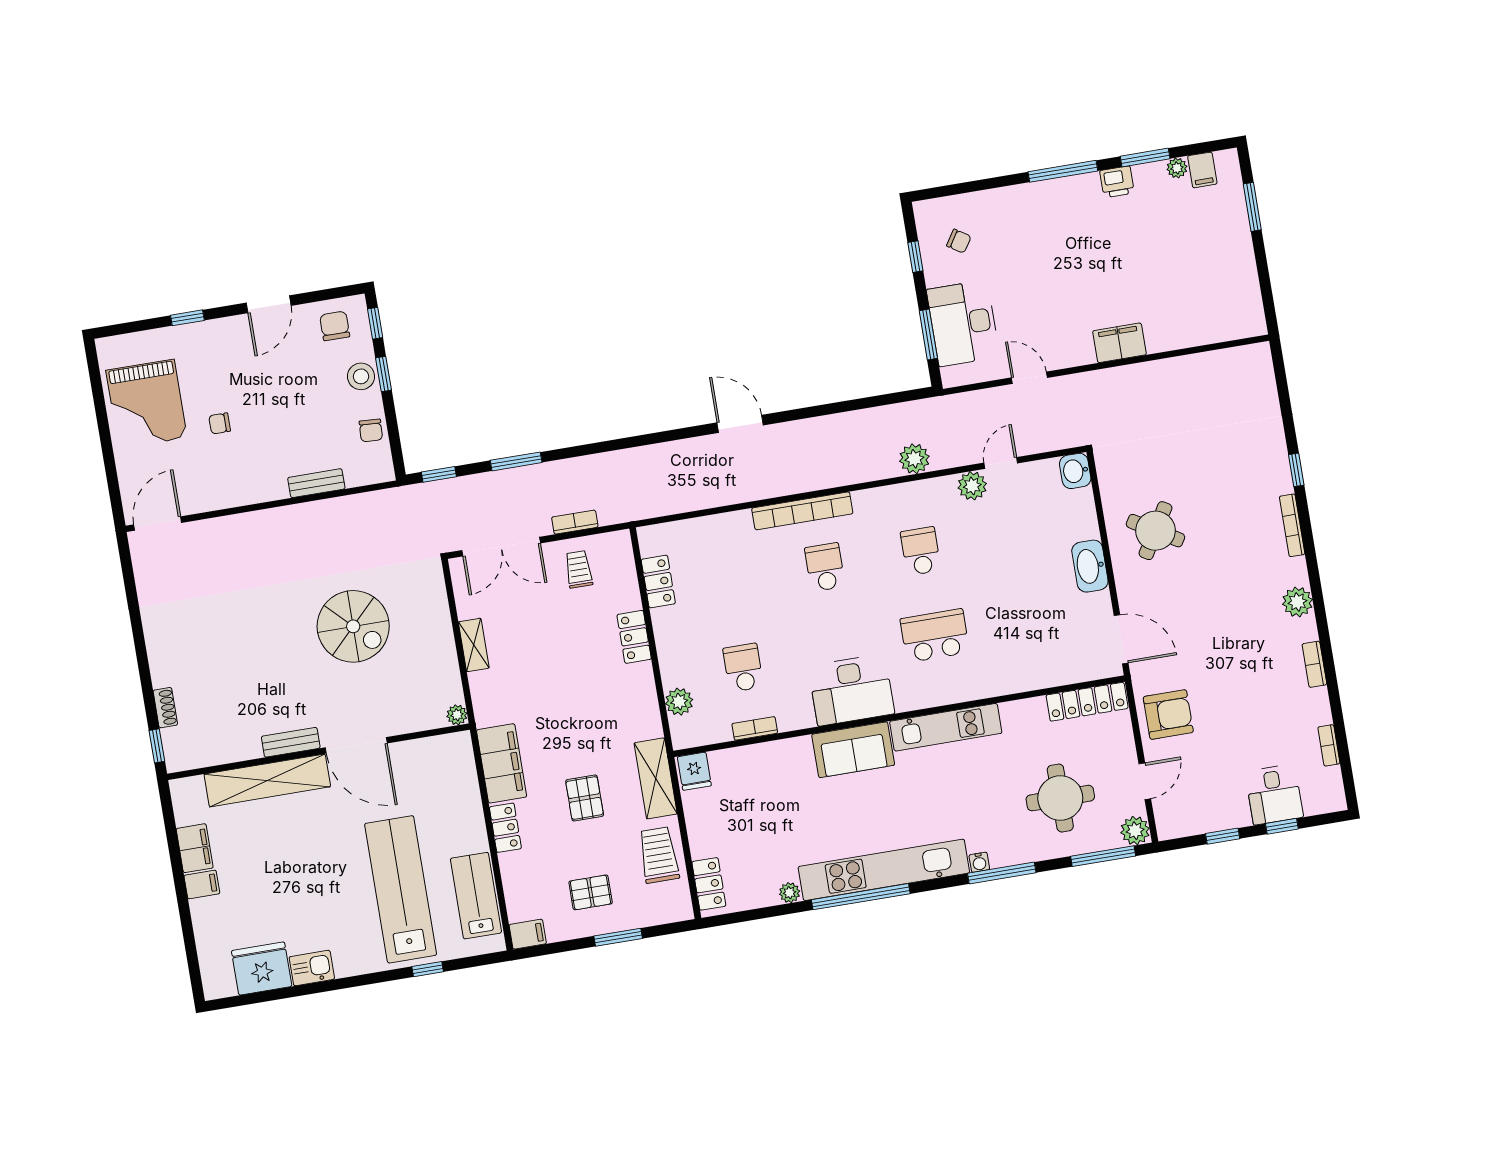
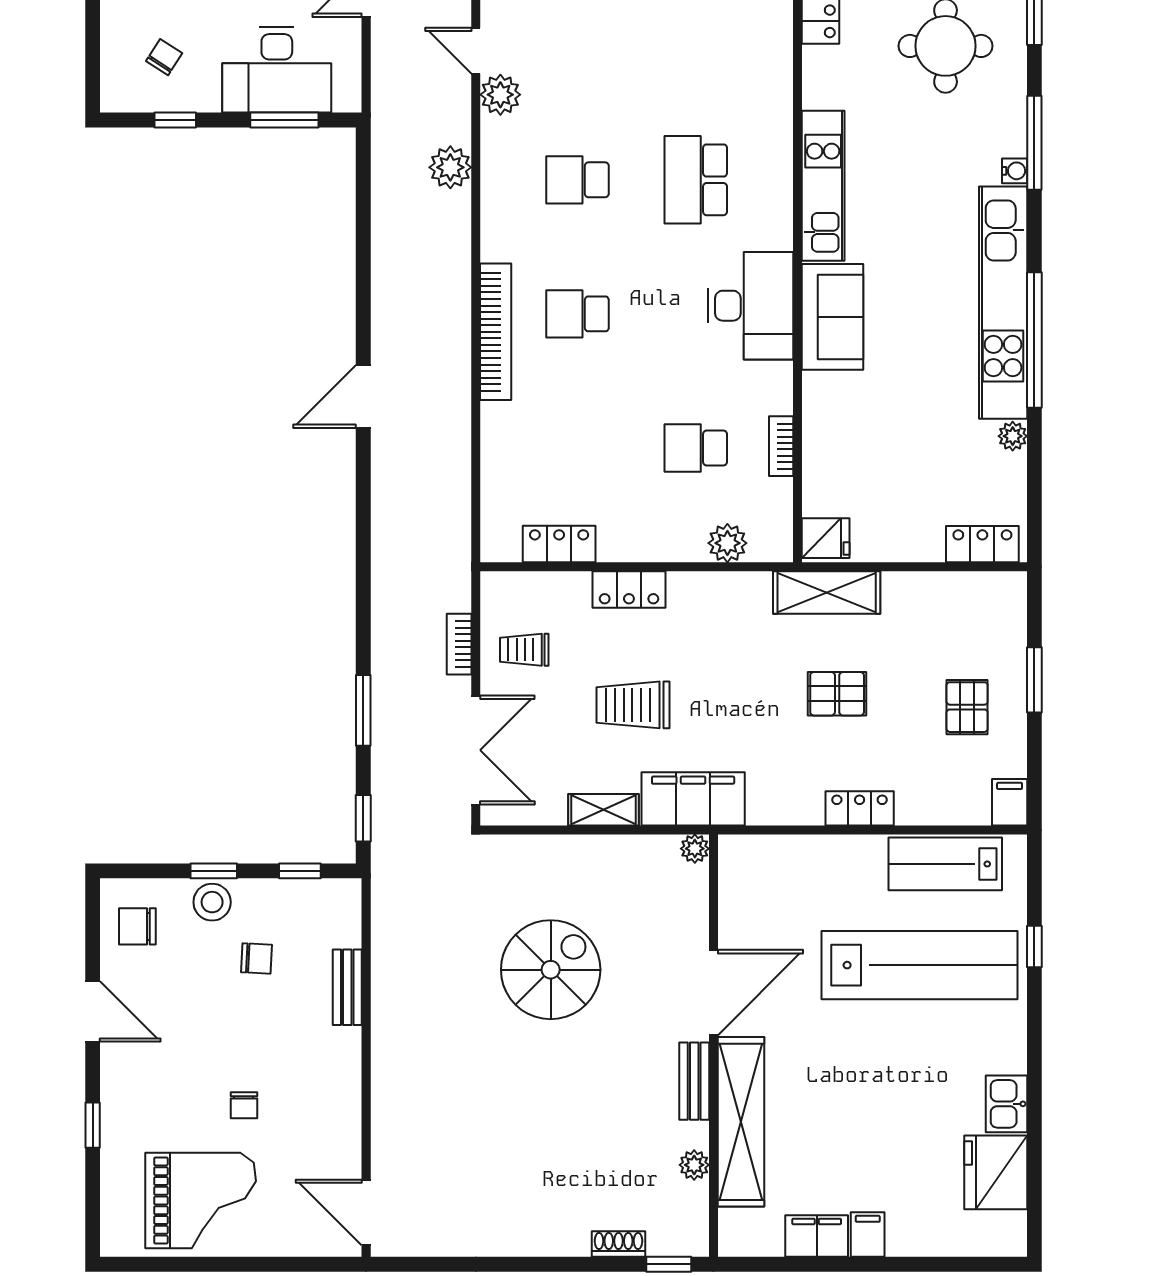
window: (375, 323) -> (300, 871), moved
chair: (371, 430) -> (257, 958), moved
plant: (231, 752) -> (694, 1165), added
filing cabinet: (502, 763) -> (693, 799), moved
trolley: (659, 855) -> (633, 705), moved
lab bench: (401, 889) -> (920, 965), turned 180

